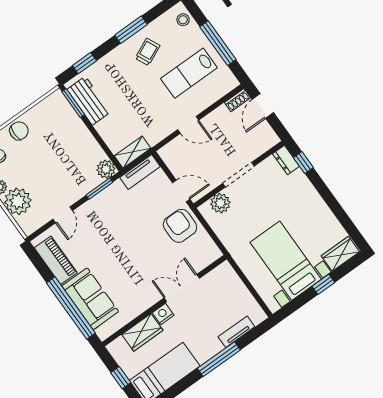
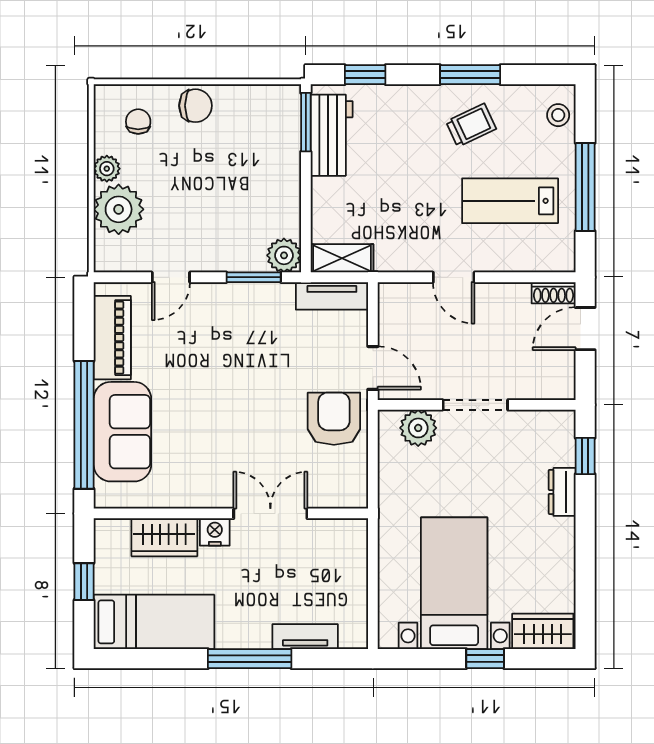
dresser: (286, 160) -> (562, 492), moved

